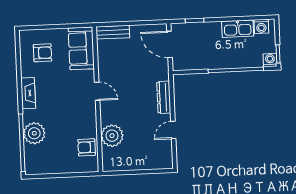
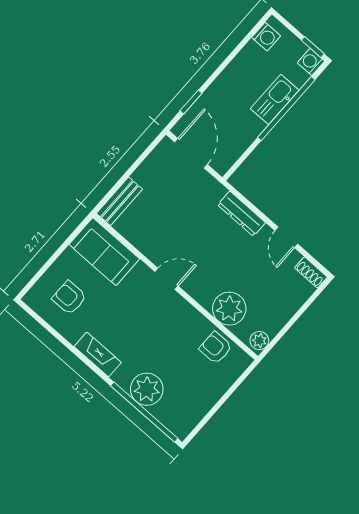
kitchen sink: (238, 29) -> (275, 99), moved, turned 180
door: (170, 44) -> (191, 153), swing flipped
armchair: (43, 53) -> (69, 298), turned -90
armchair: (87, 147) -> (216, 348), turned 90
shoe rack: (168, 158) -> (311, 272), added
plant: (111, 165) -> (259, 341), added

